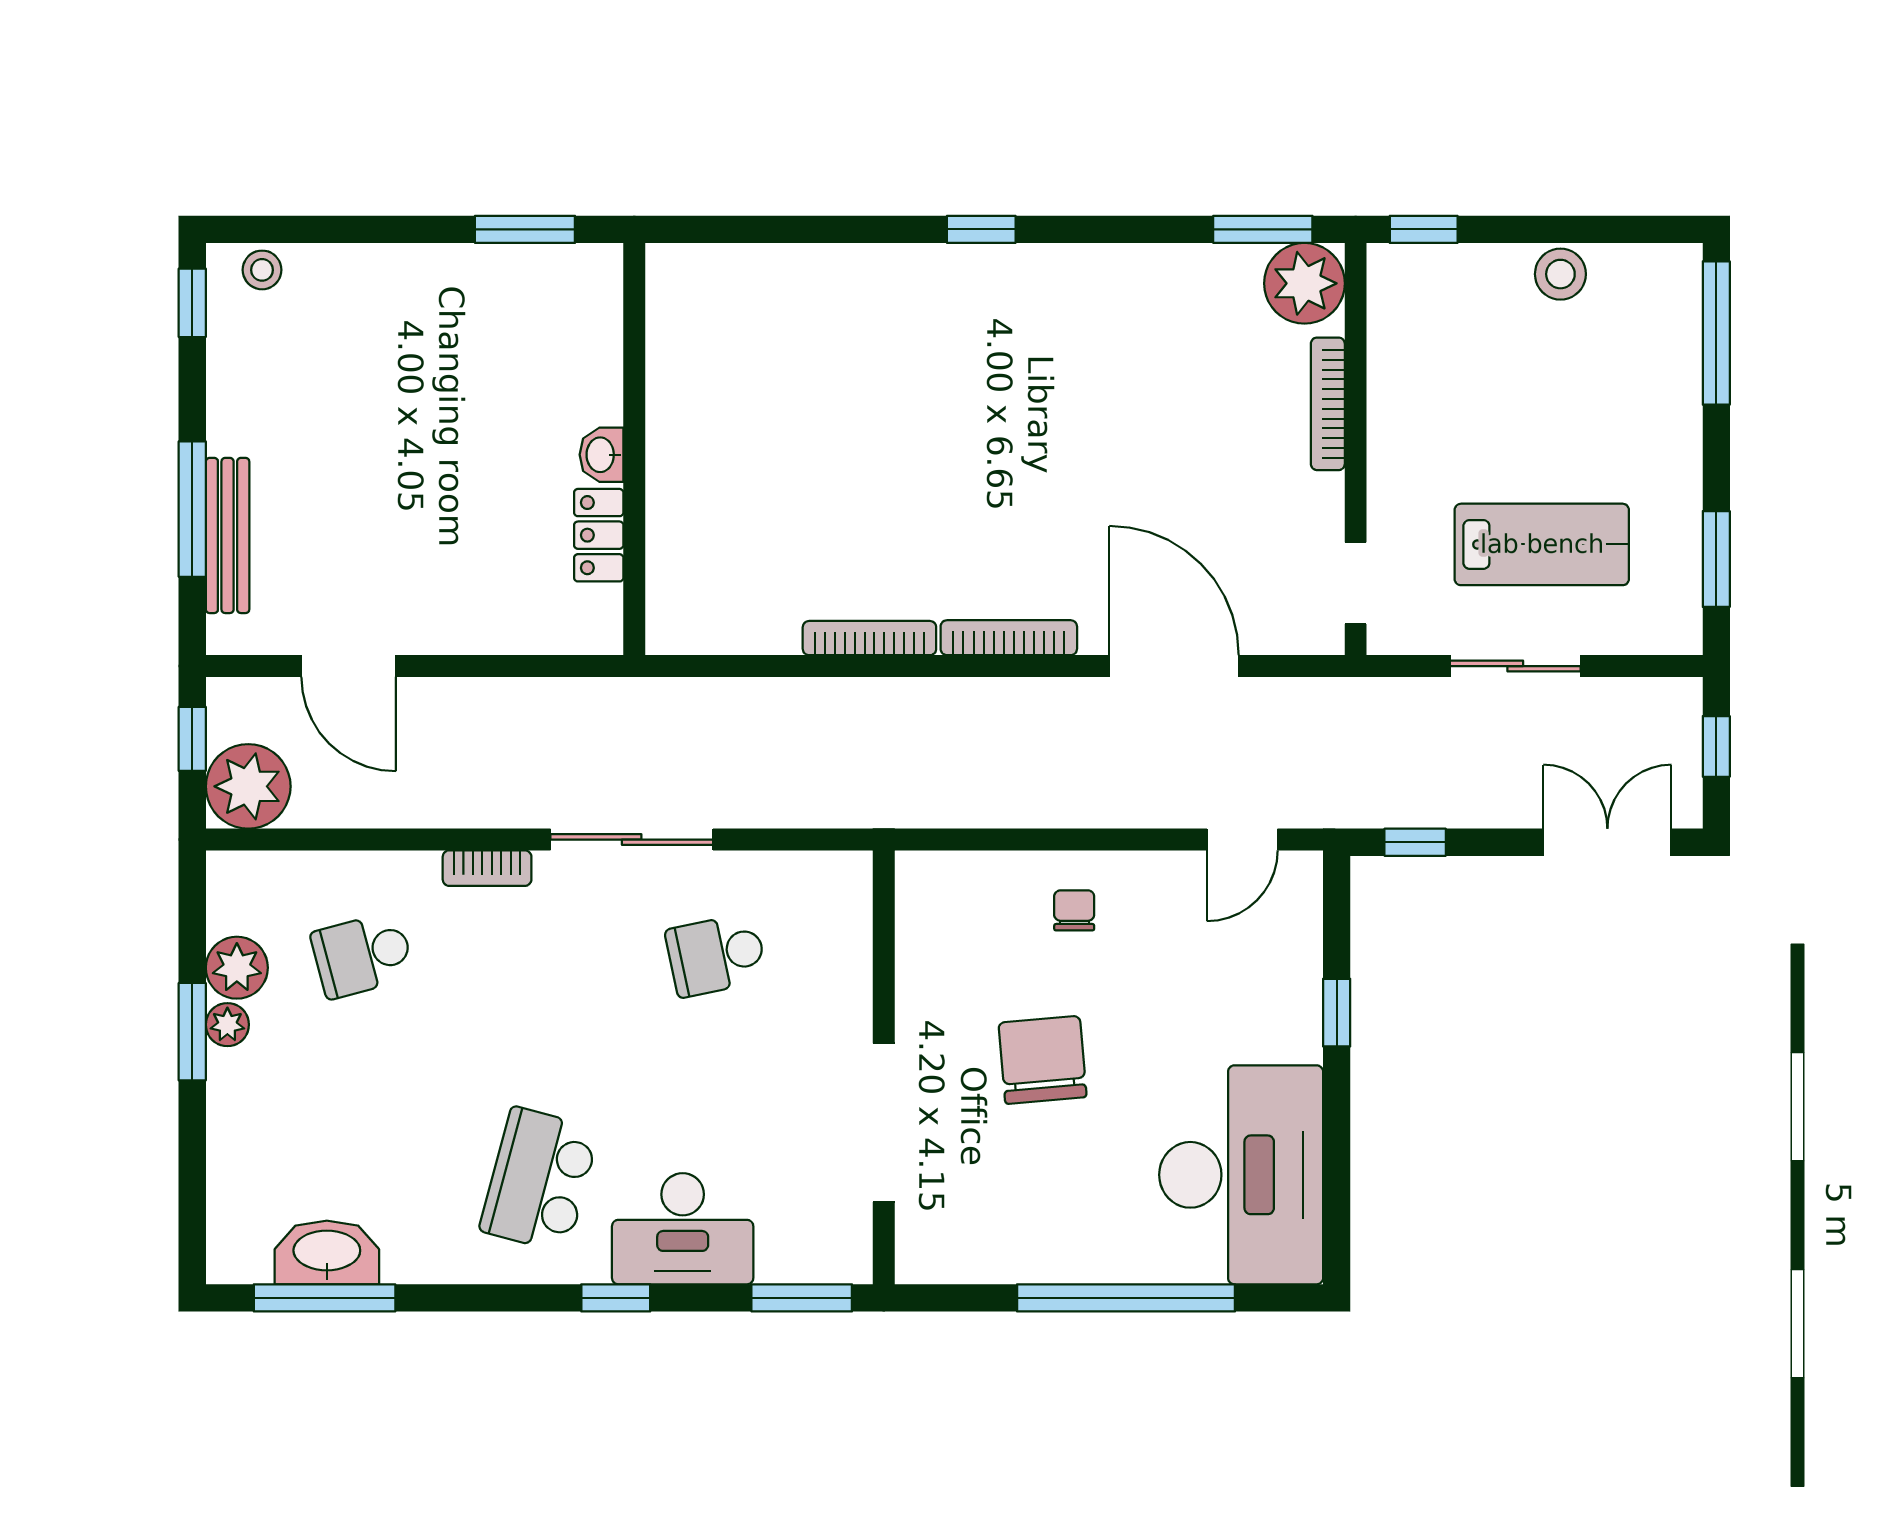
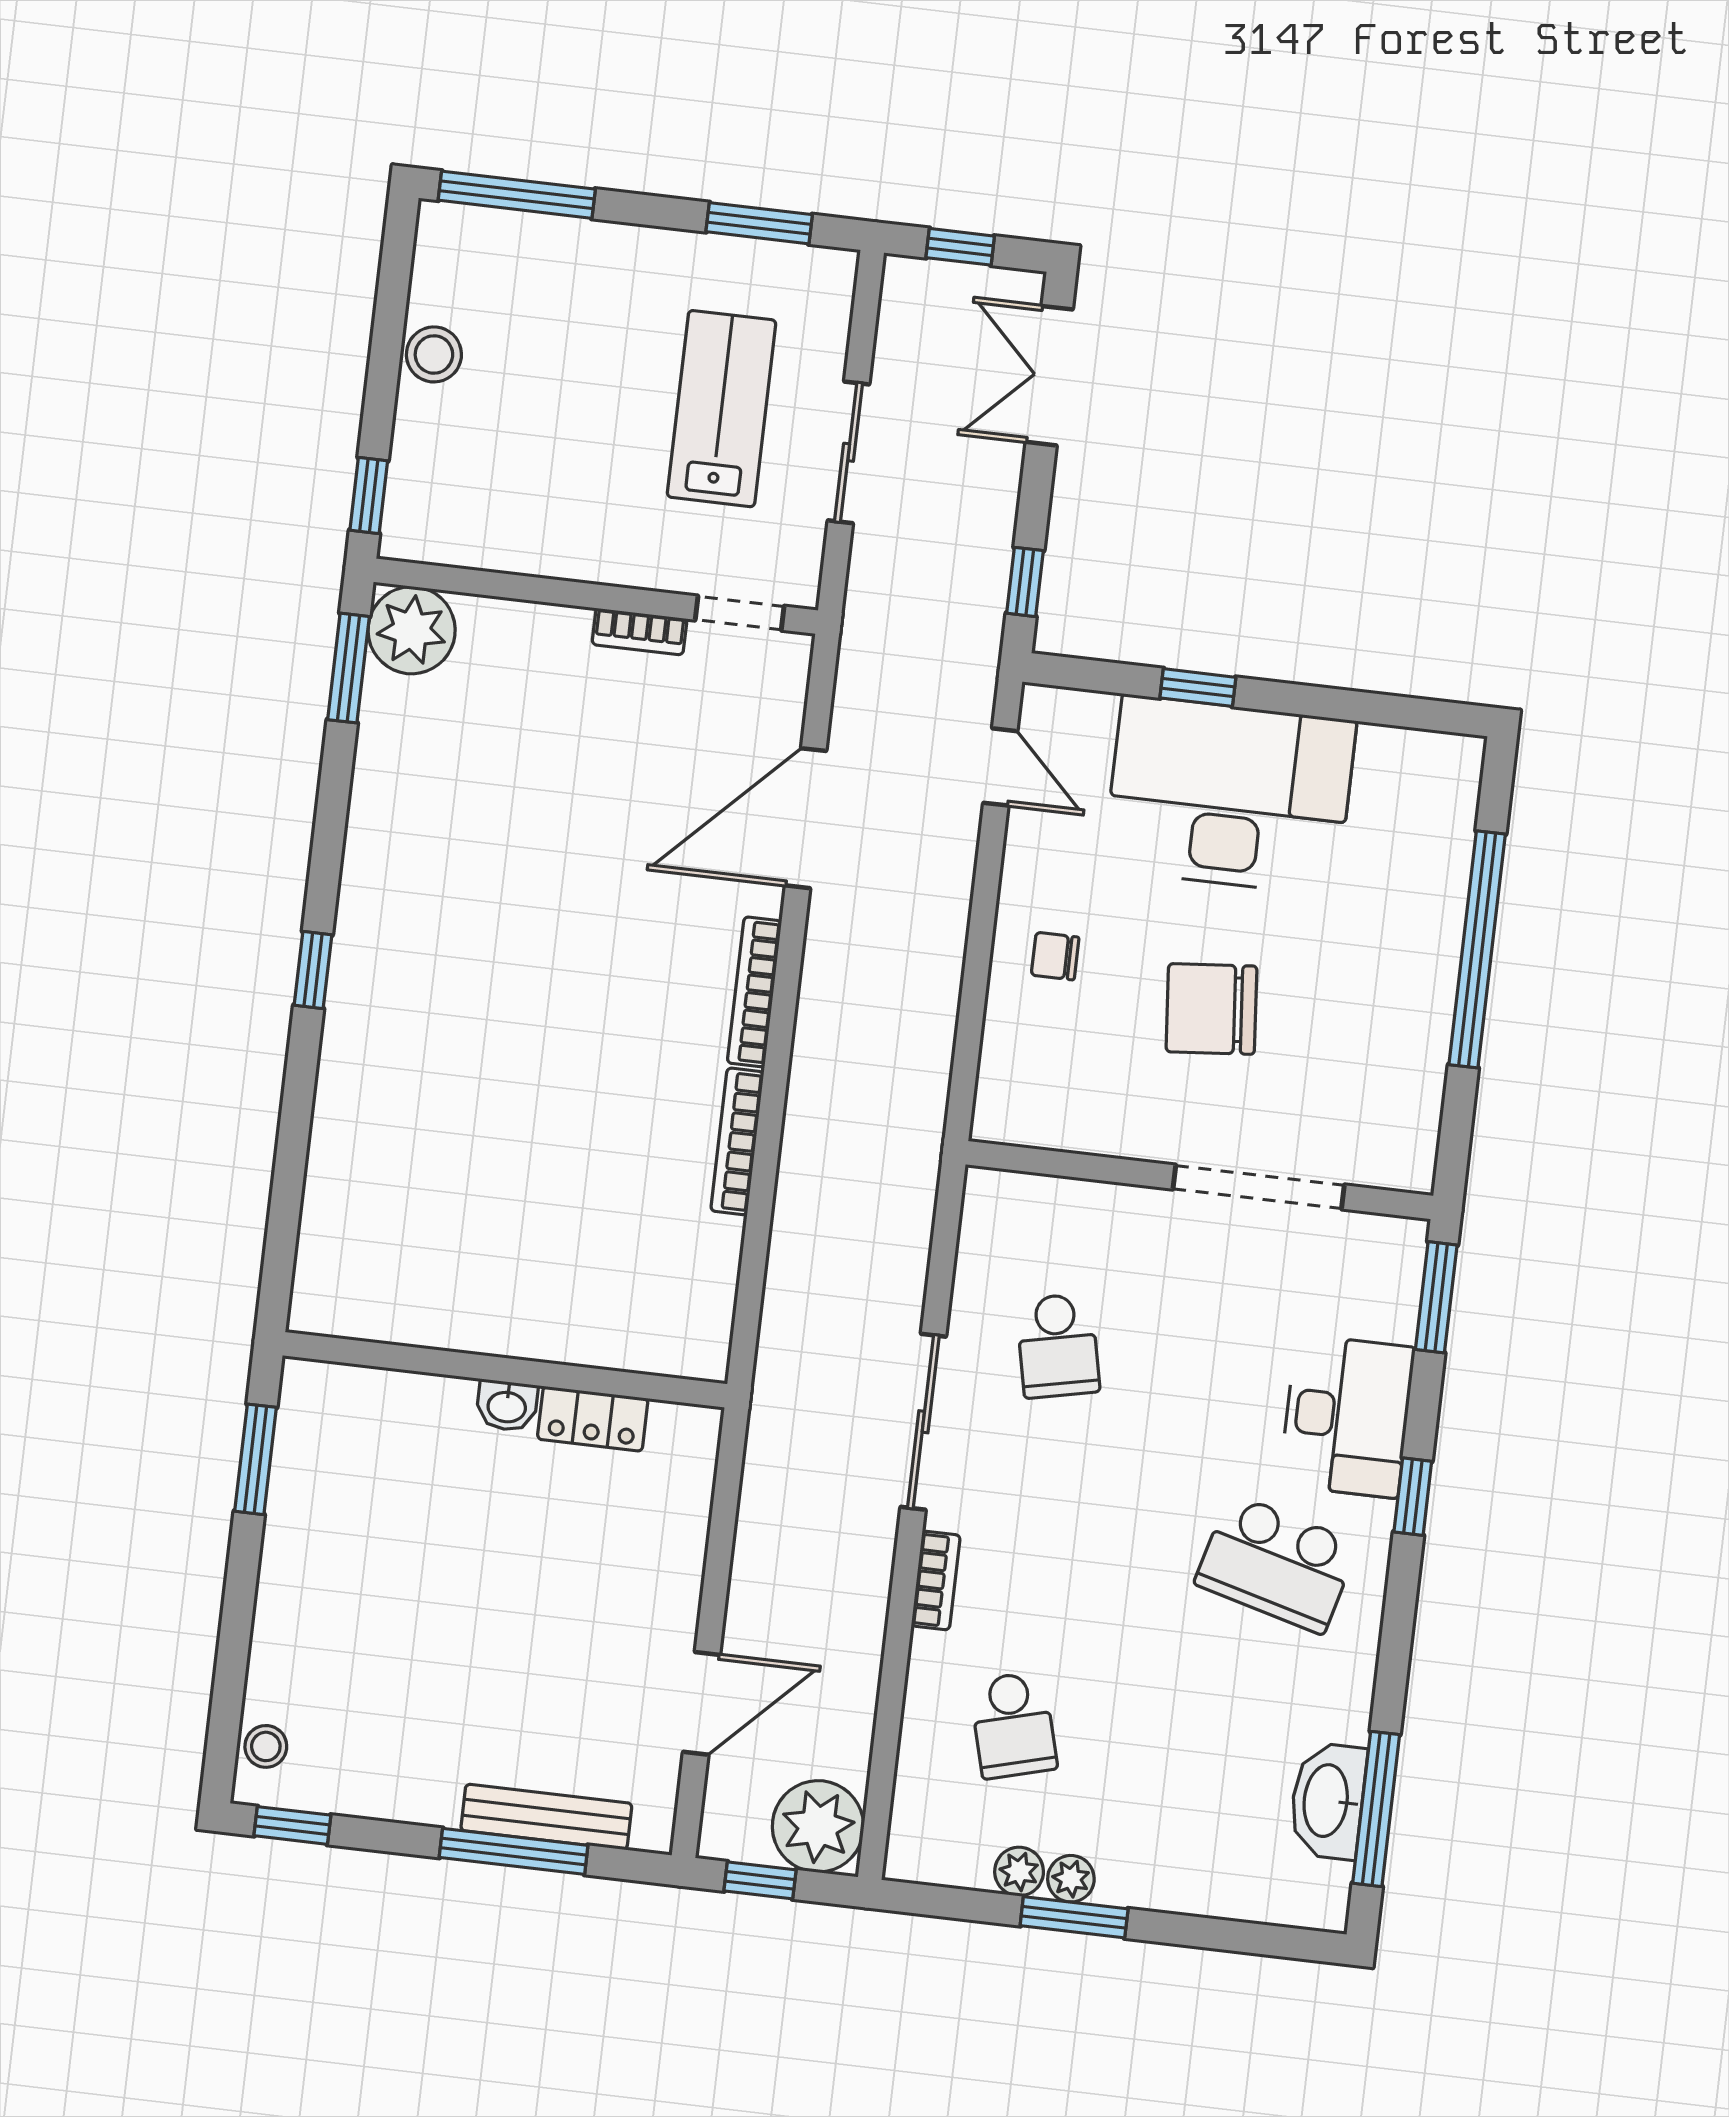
bookcase: (1328, 404) -> (640, 632), moved, width x0.64
plant: (237, 968) -> (1019, 1872), width x0.73, depth x0.73
desk: (1241, 1175) -> (1229, 795), moved

